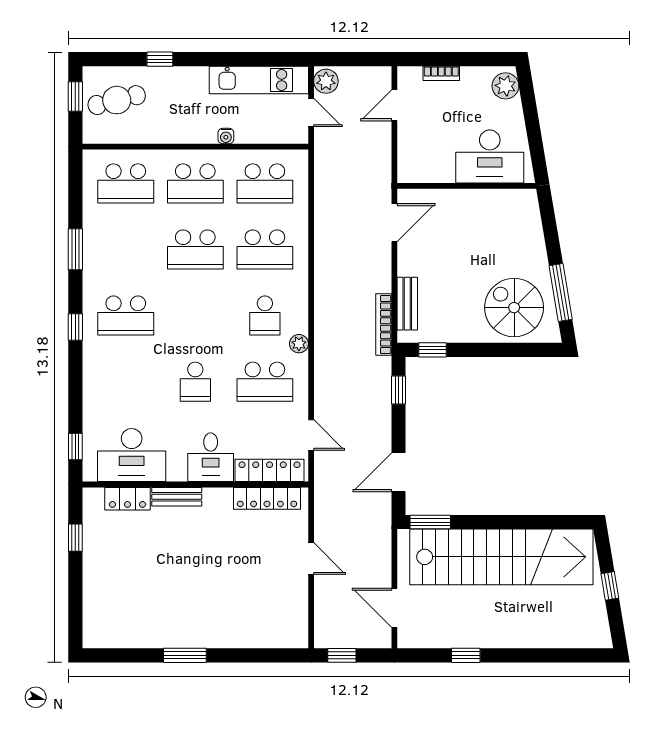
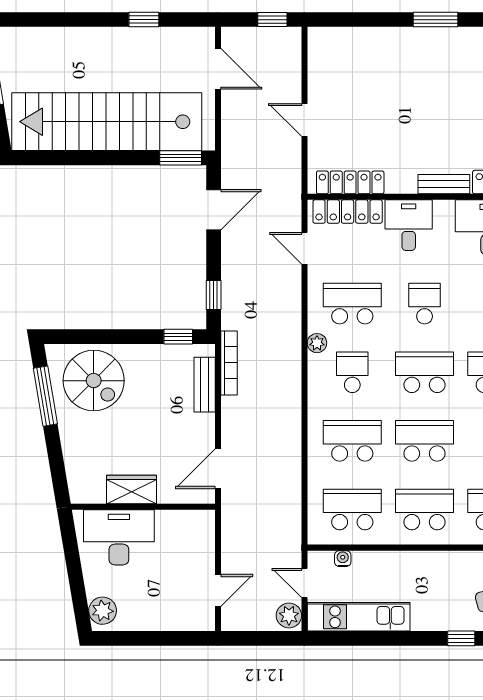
bookcase: (441, 73) -> (169, 624), removed
water cooler: (226, 136) -> (343, 559), moved
wardrobe: (478, 203) -> (131, 489), added
school desk: (195, 316) -> (425, 372), added

